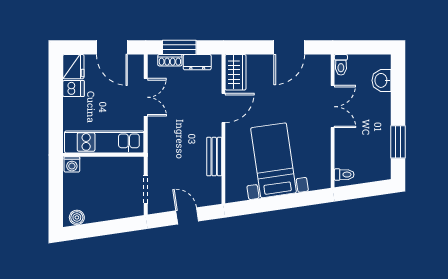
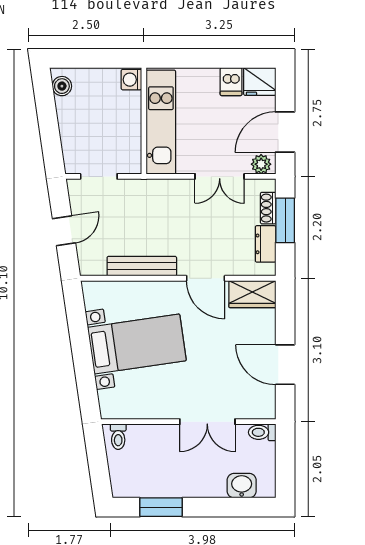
plant: (136, 66) -> (261, 164), added
bench: (214, 157) -> (142, 266), width x1.36

